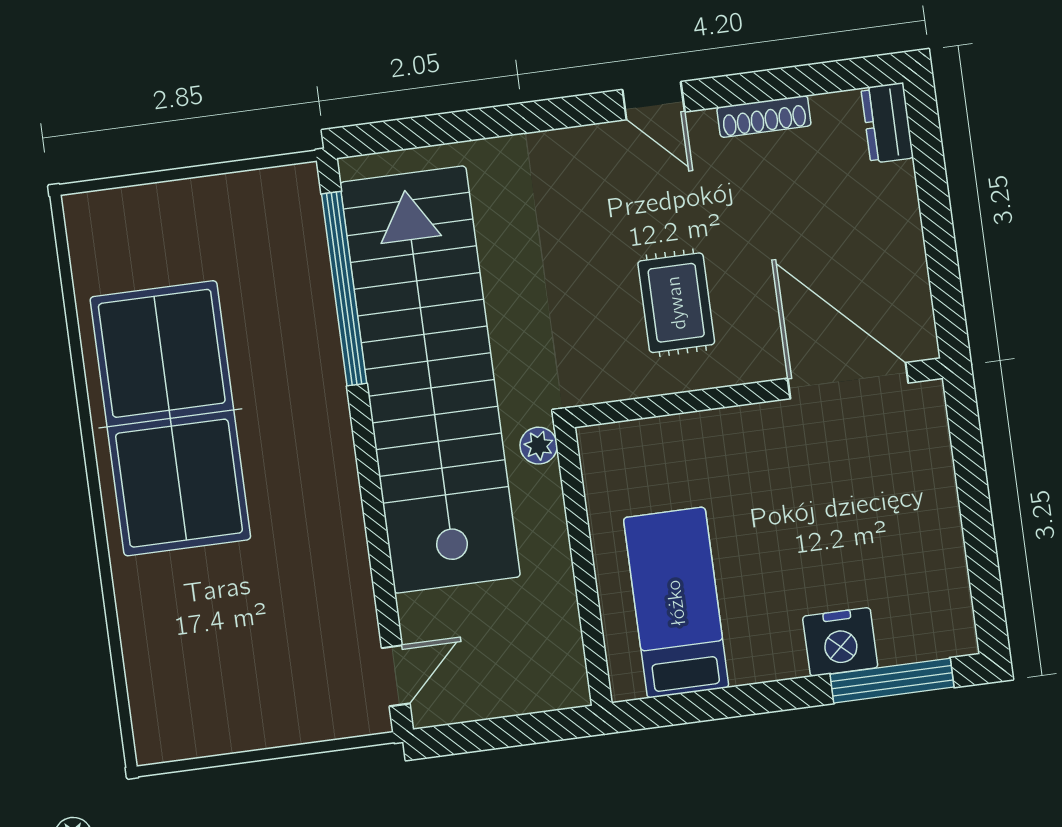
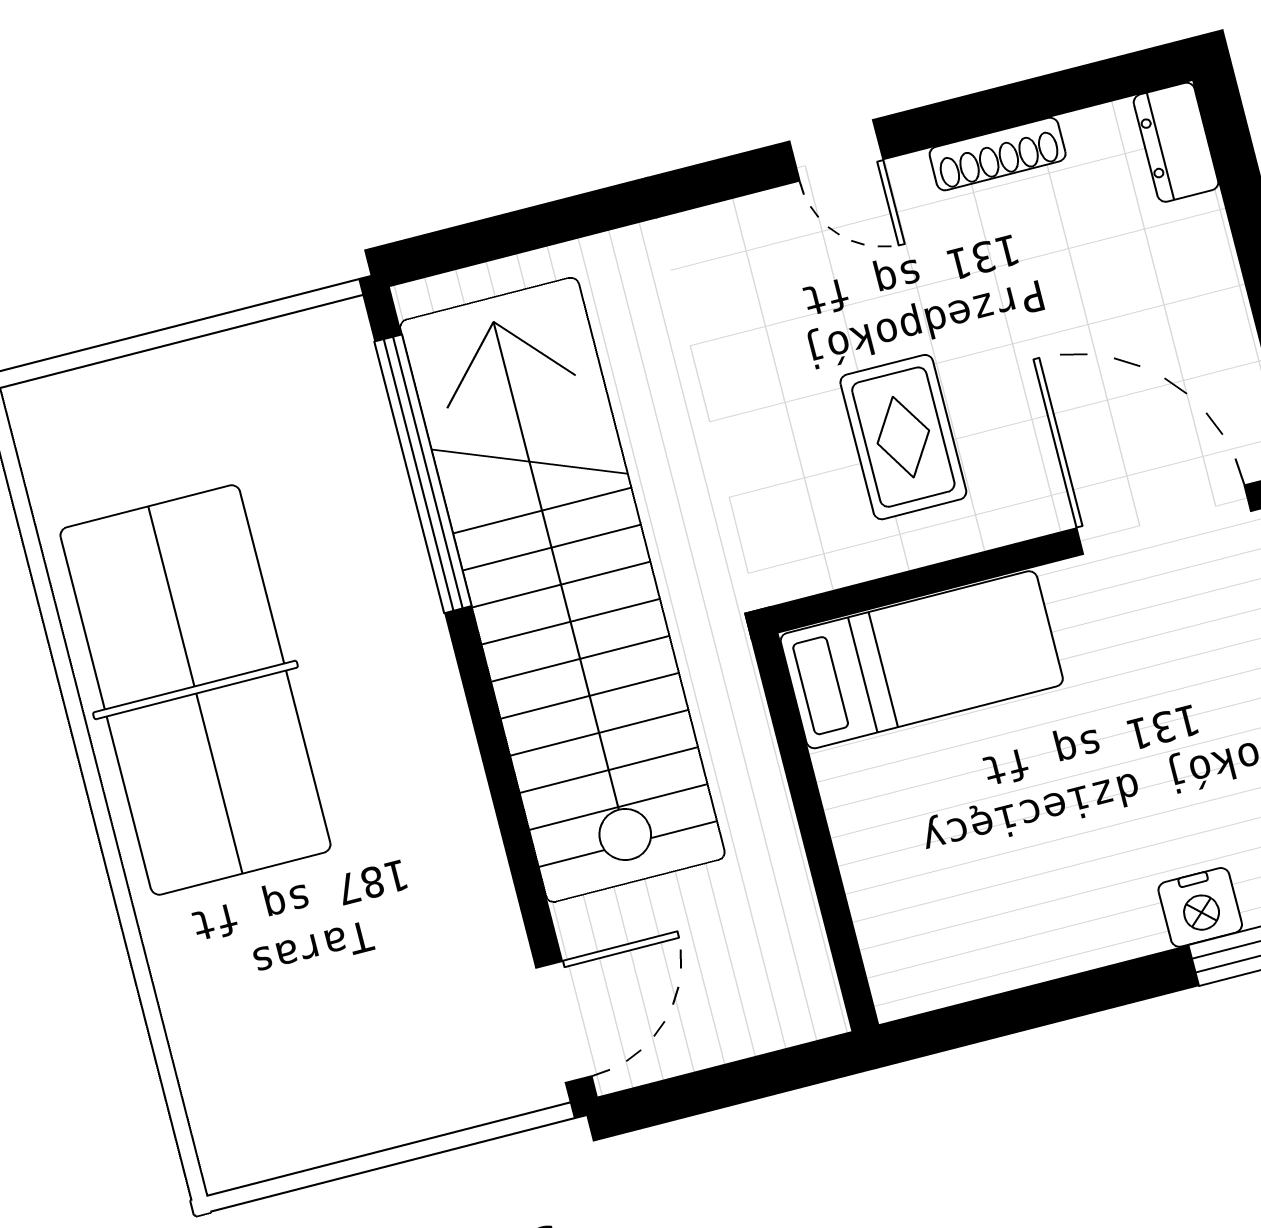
plant: (539, 446) -> (730, 666), removed
bed: (676, 603) -> (922, 660), moved, turned 90
nightstand: (840, 642) -> (1200, 907), width x0.74, depth x0.75
door: (396, 676) -> (564, 1022), width x1.37

